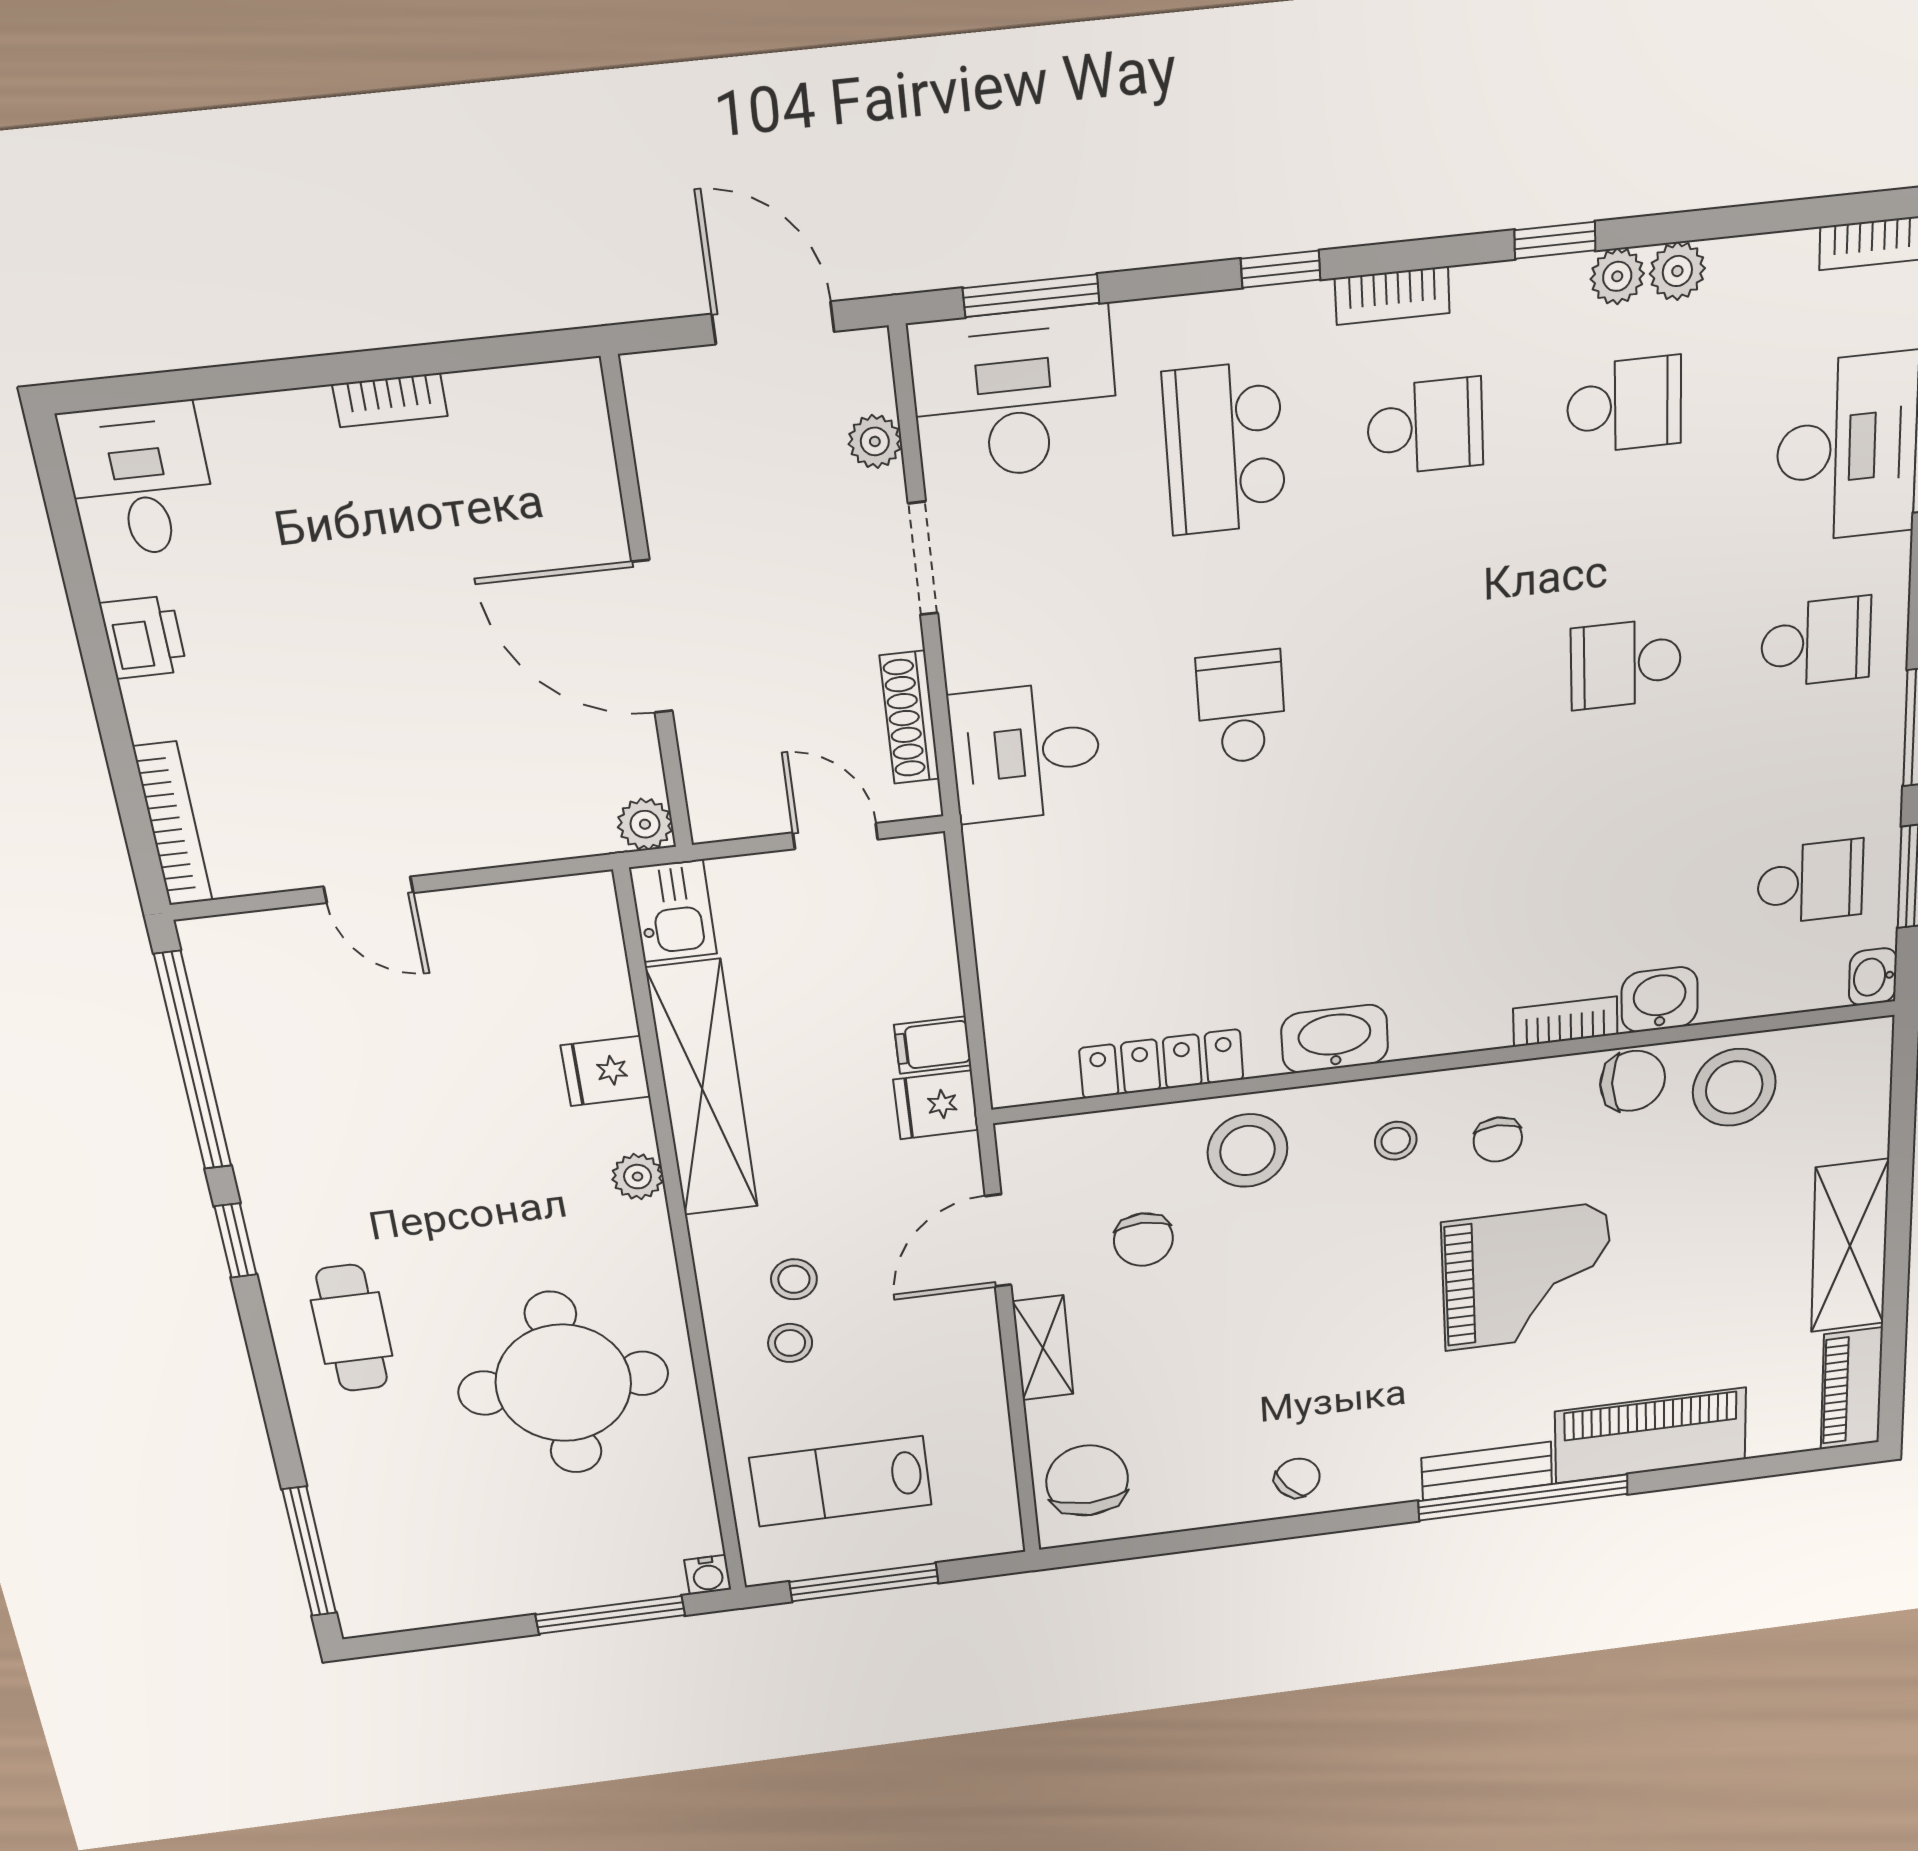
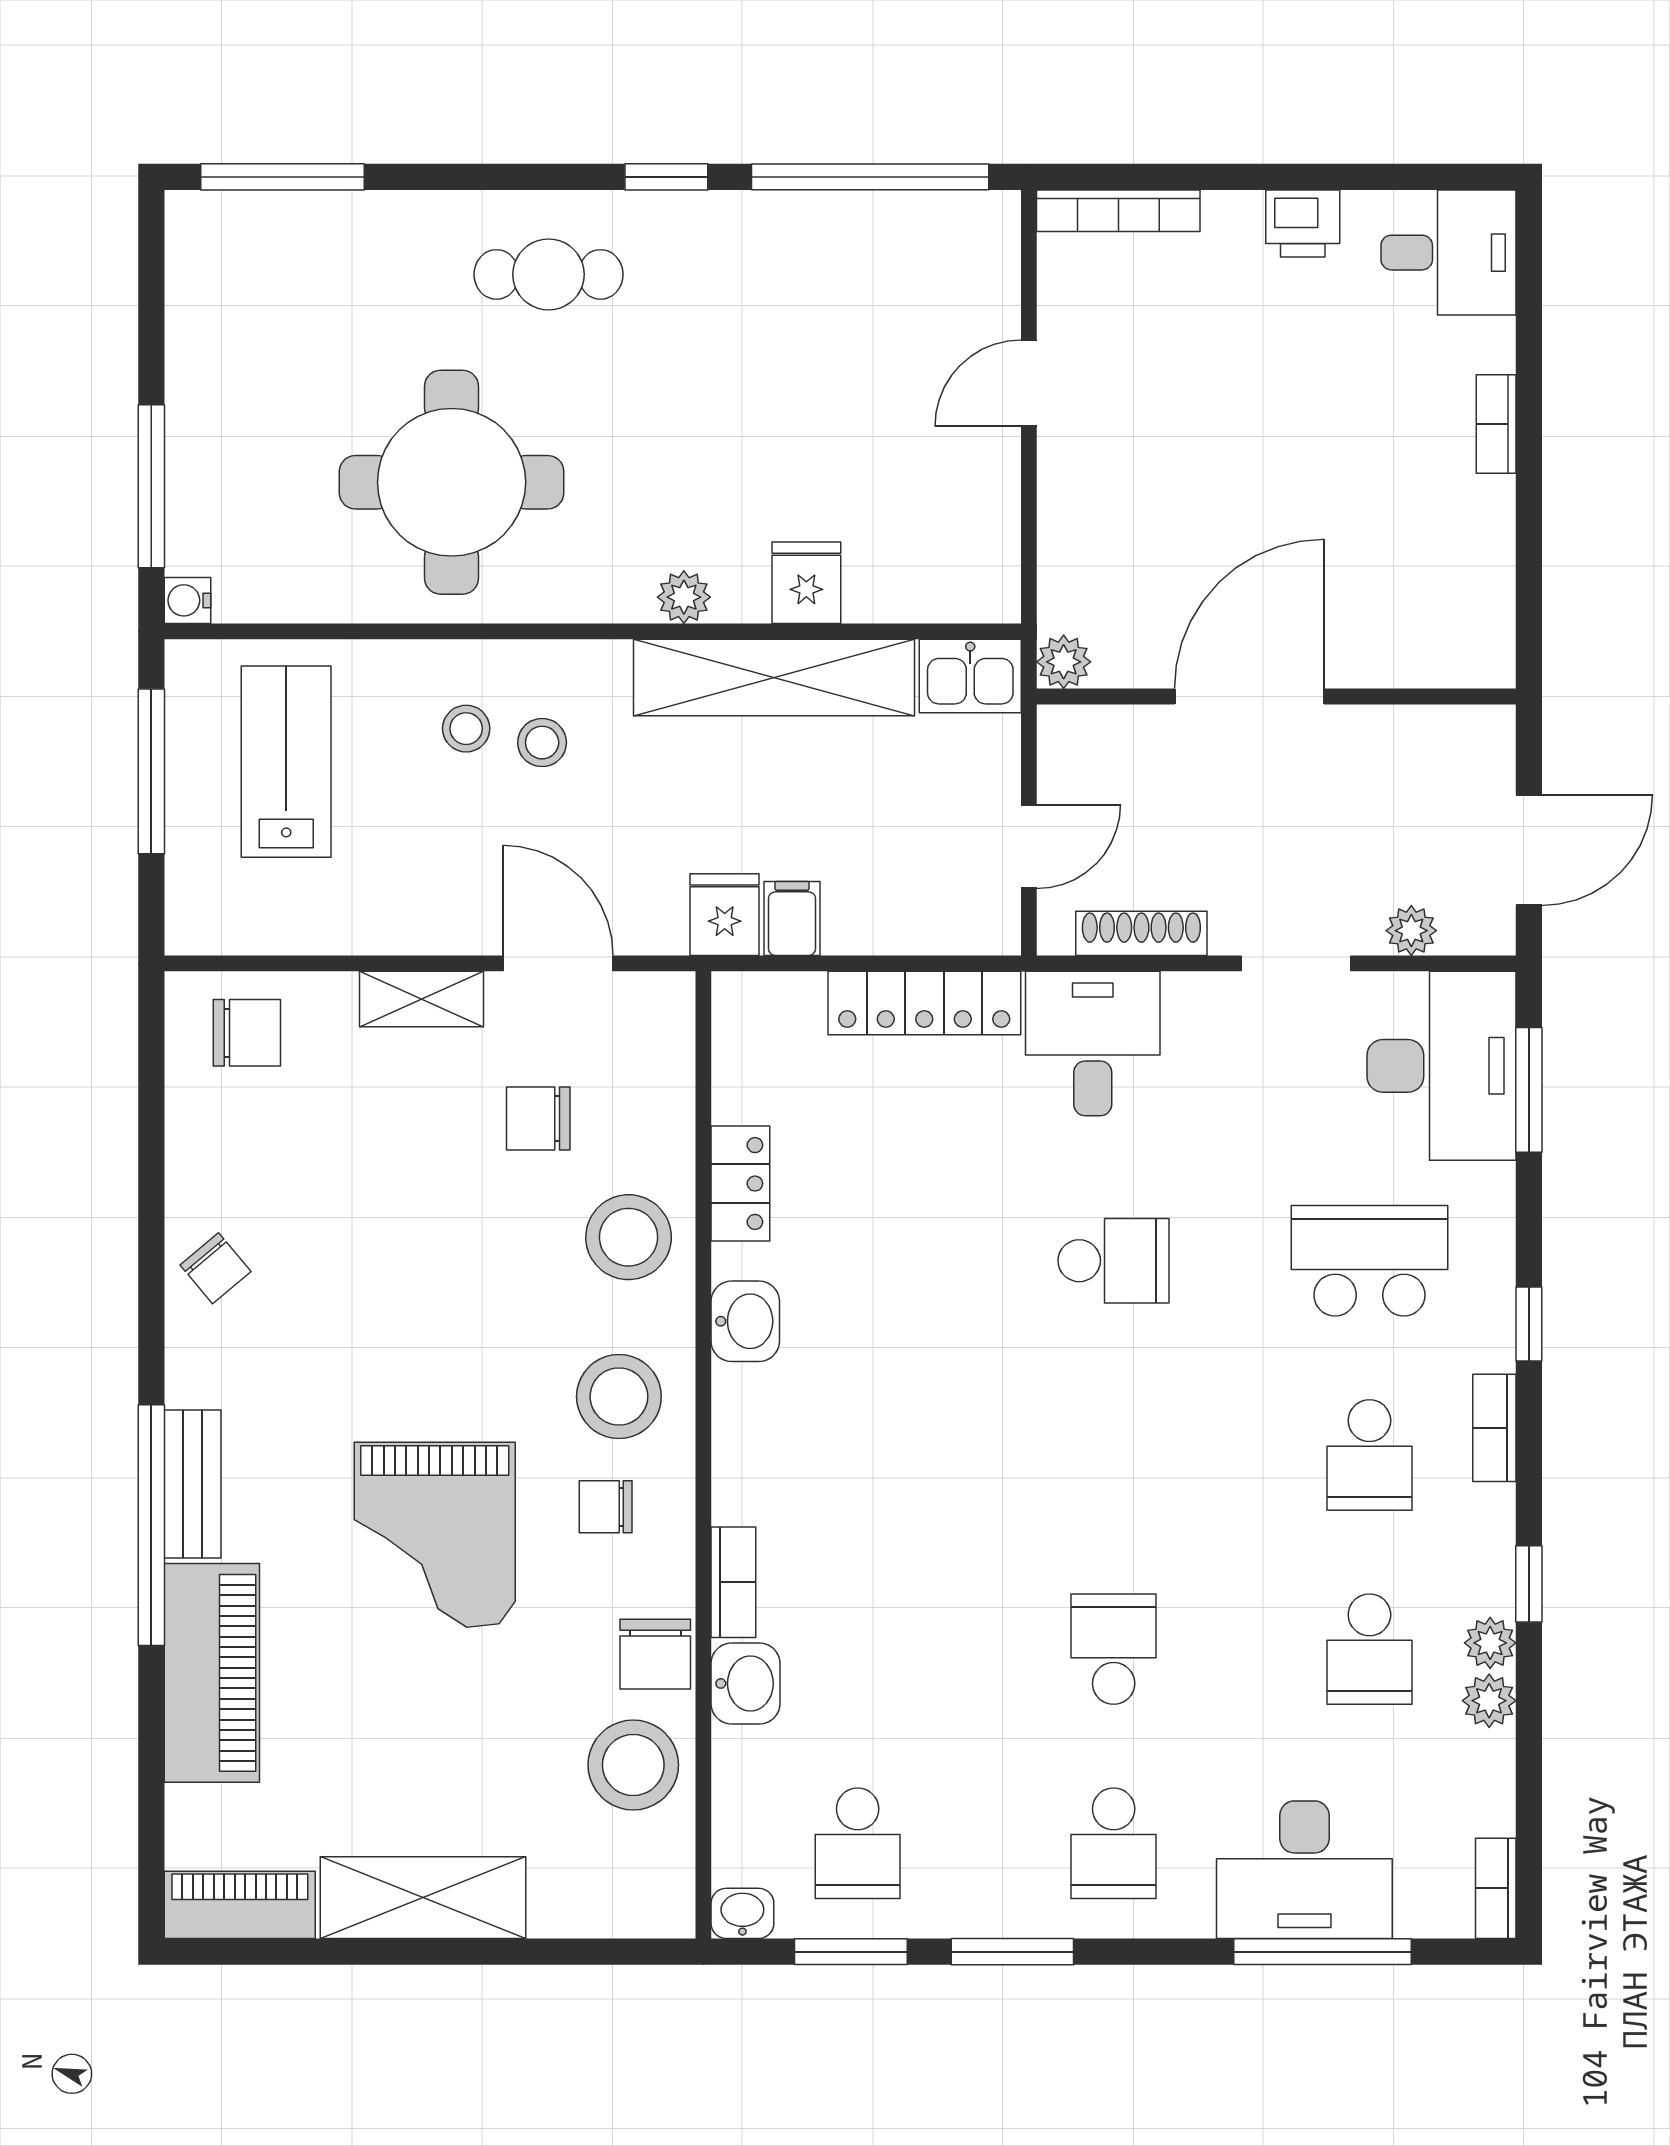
bookcase: (390, 400) -> (1496, 424), moved
locker: (1002, 916) -> (924, 1003), added
washbasin: (1335, 1039) -> (745, 1321), width x0.72
locker: (1161, 1064) -> (740, 1184), width x0.66
stool: (1396, 1141) -> (619, 1397), width x1.89, depth x1.89
chair: (1087, 1481) -> (247, 1033), width x0.73, depth x0.73

